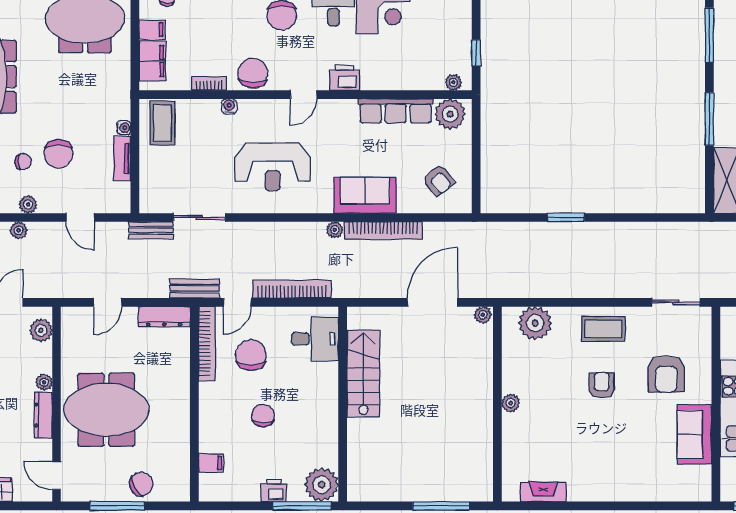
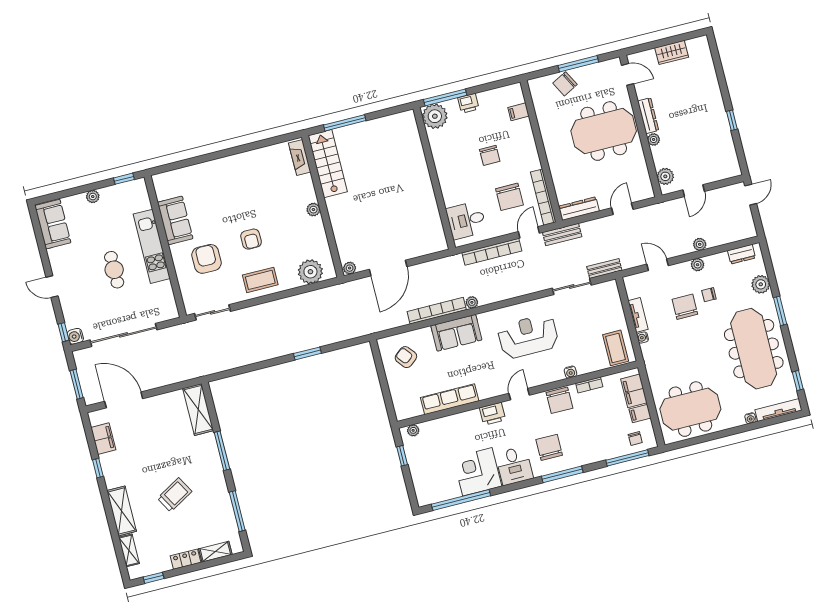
plant: (450, 114) -> (410, 407), removed
stairs: (363, 373) -> (328, 164), moved, turned 180
fireplace: (543, 492) -> (300, 158), moved, turned 90

